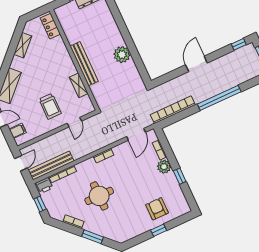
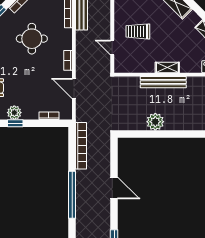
shelving: (79, 85) -> (167, 67), moved
door: (136, 134) -> (74, 88), moved
plant: (164, 167) -> (14, 113), moved

